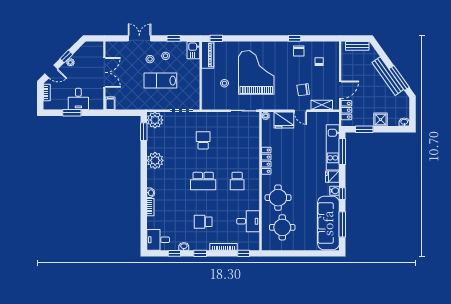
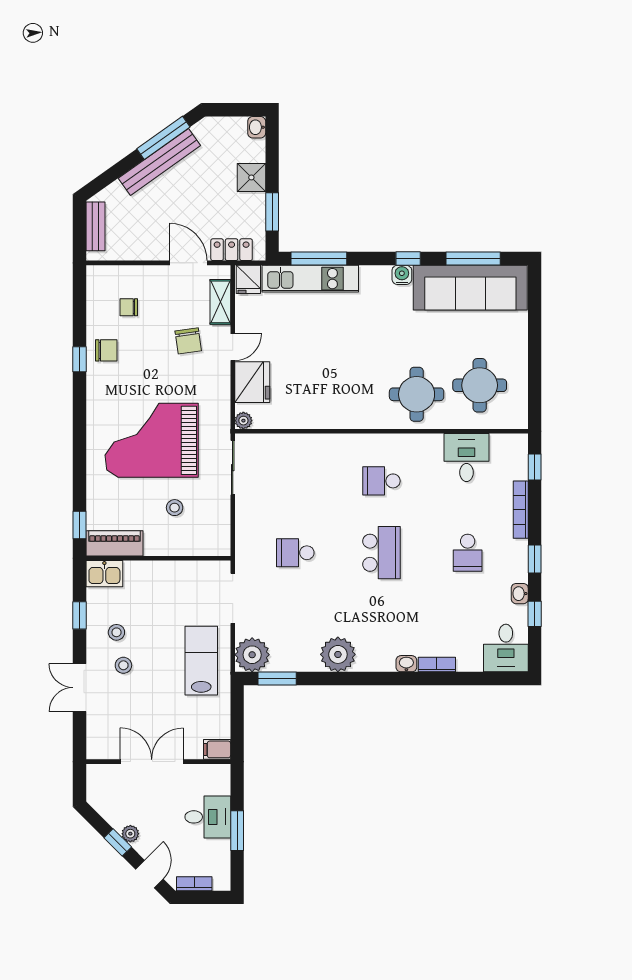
lab bench: (160, 81) -> (201, 661), moved, turned 180
locker: (266, 161) -> (338, 419), removed
fridge: (332, 177) -> (248, 279), moved
school desk: (237, 181) -> (381, 481), turned 180

